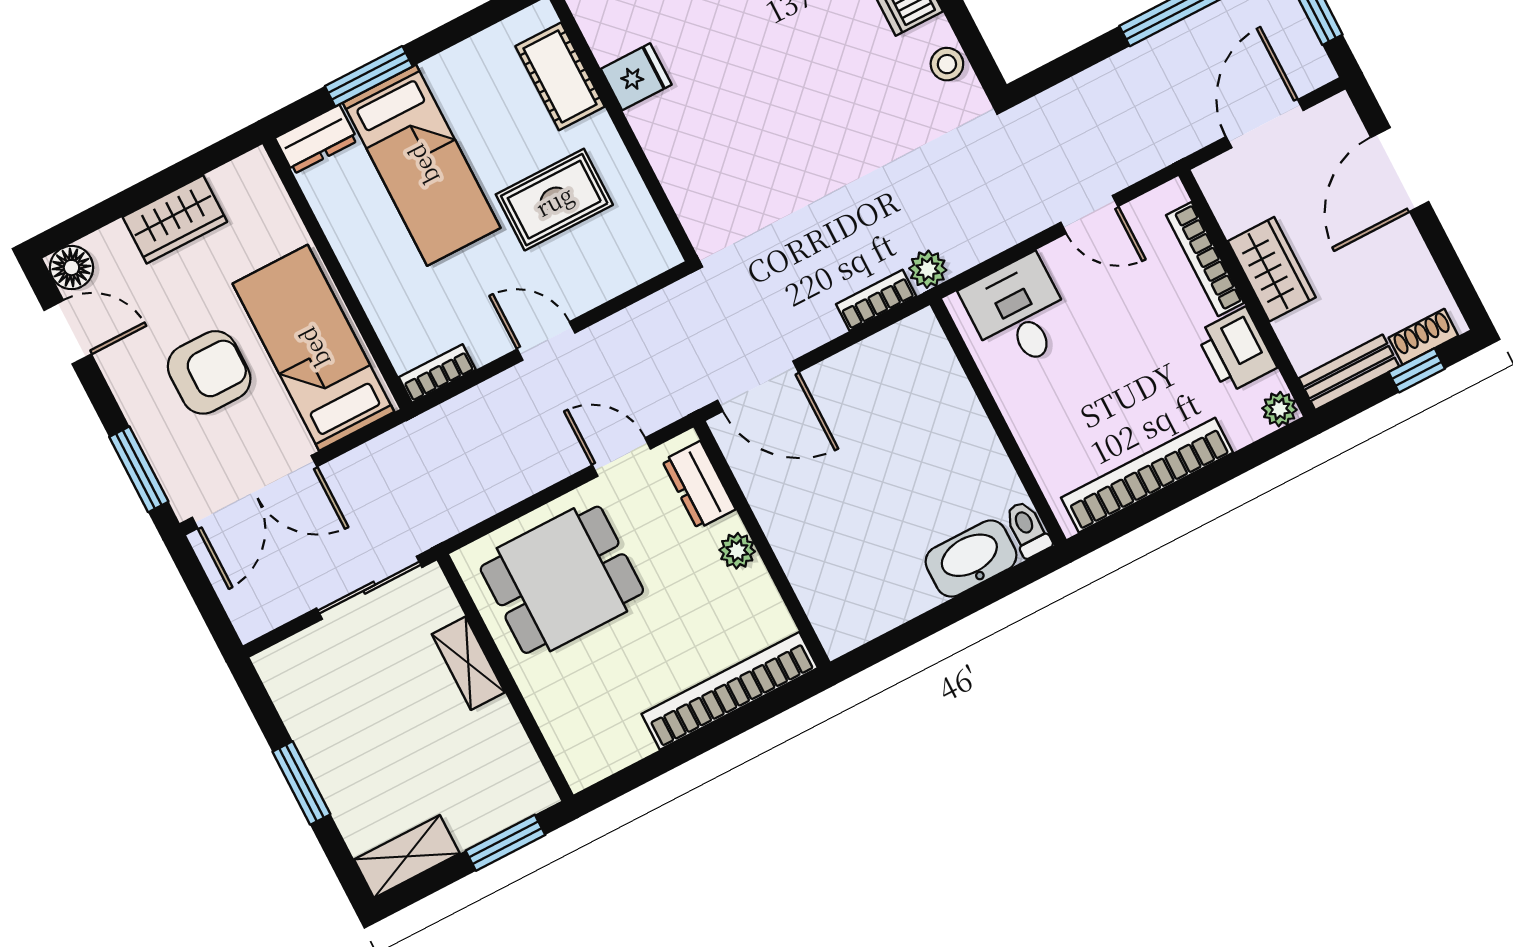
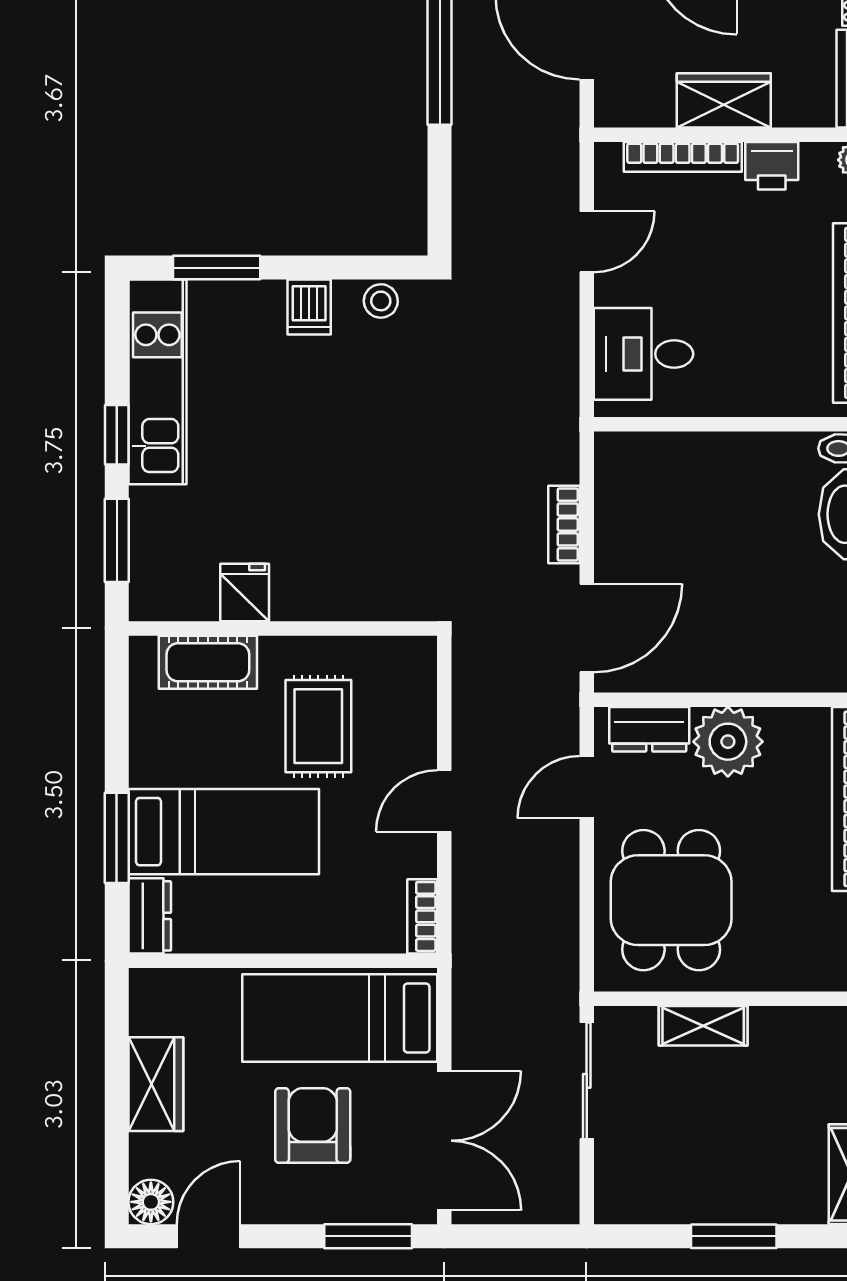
plant: (928, 269) -> (560, 416), removed
bookcase: (876, 300) -> (564, 524), moved
printer: (1236, 350) -> (772, 166), width x0.73, depth x0.81
plant: (737, 551) -> (728, 742), width x1.88, depth x1.88

